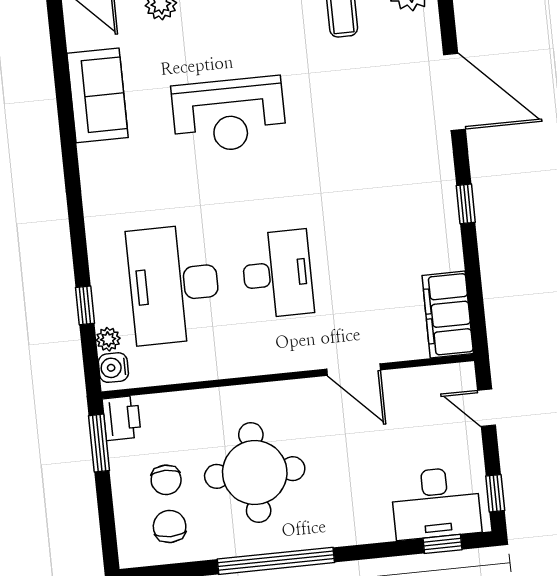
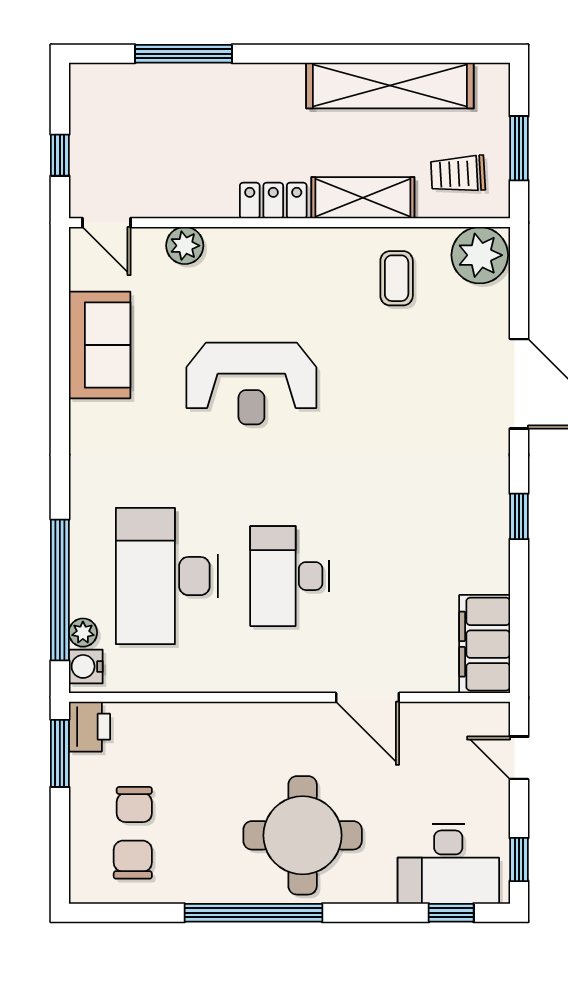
desk: (277, 274) -> (289, 576), turned 180
window: (85, 305) -> (60, 590), width x3.17
round table: (255, 473) -> (303, 835), moved

